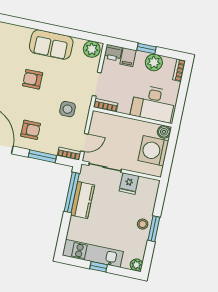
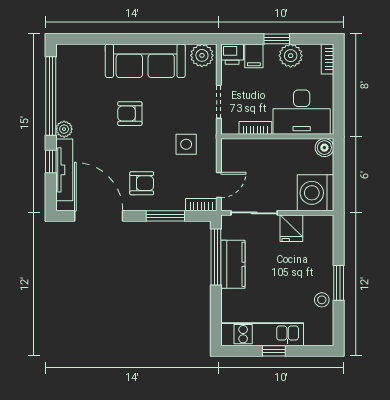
sofa: (51, 45) -> (145, 61), width x1.36
bookcase: (106, 105) -> (255, 128), moved
washing machine: (153, 151) -> (315, 193), moved
stool: (143, 224) -> (322, 300), moved
plant: (136, 265) -> (325, 337), removed

